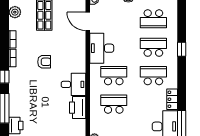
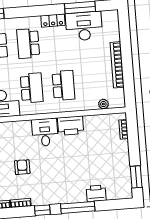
school desk: (114, 76) -> (32, 88), turned 180
school desk: (114, 104) -> (64, 85), turned 180

